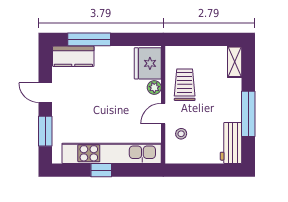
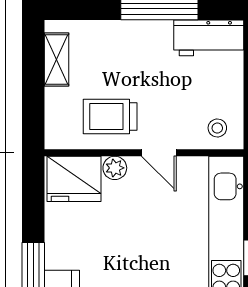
shelving: (235, 62) -> (56, 60), moved, turned 90
stool: (181, 134) -> (217, 128), moved

